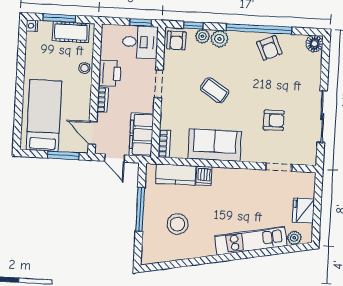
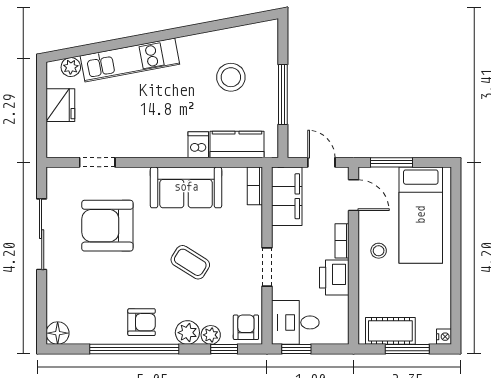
armchair: (269, 48) -> (142, 322), moved, turned 114
stool: (84, 68) -> (379, 251), moved
armchair: (274, 120) -> (107, 226), width x1.88, depth x1.88

